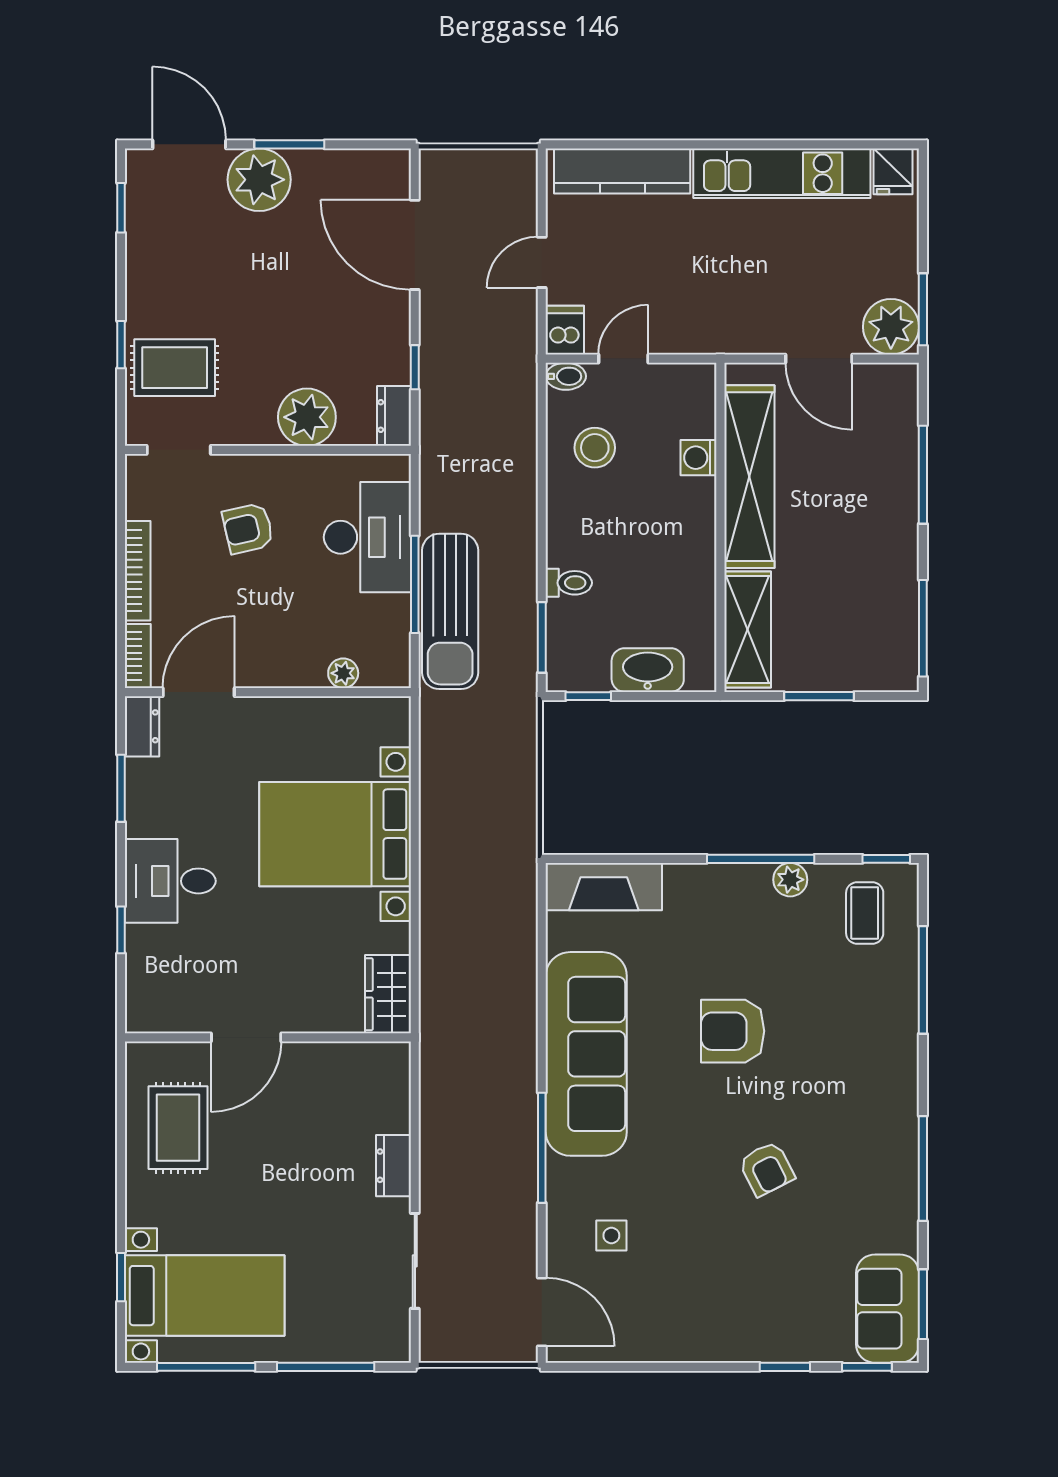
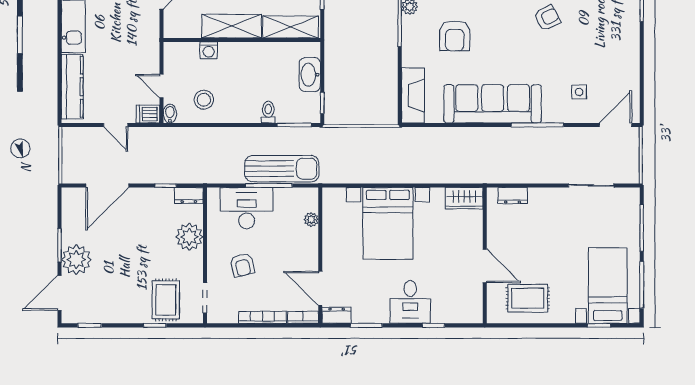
shelving: (749, 477) -> (232, 26), width x0.68
armchair: (733, 1031) -> (455, 36), moved
dresser: (393, 1166) -> (513, 196), moved

